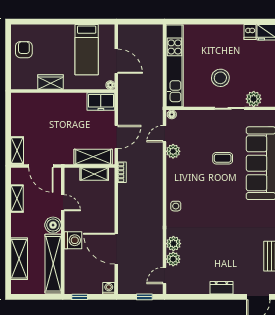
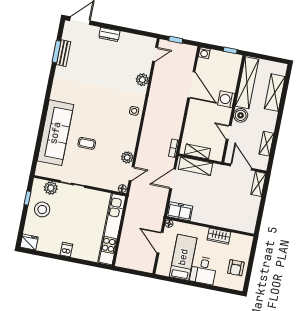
dishwasher: (250, 32) -> (66, 250), moved
desk: (60, 39) -> (203, 270), added
stool: (220, 78) -> (42, 209), moved
plant: (173, 259) -> (145, 67), removed

